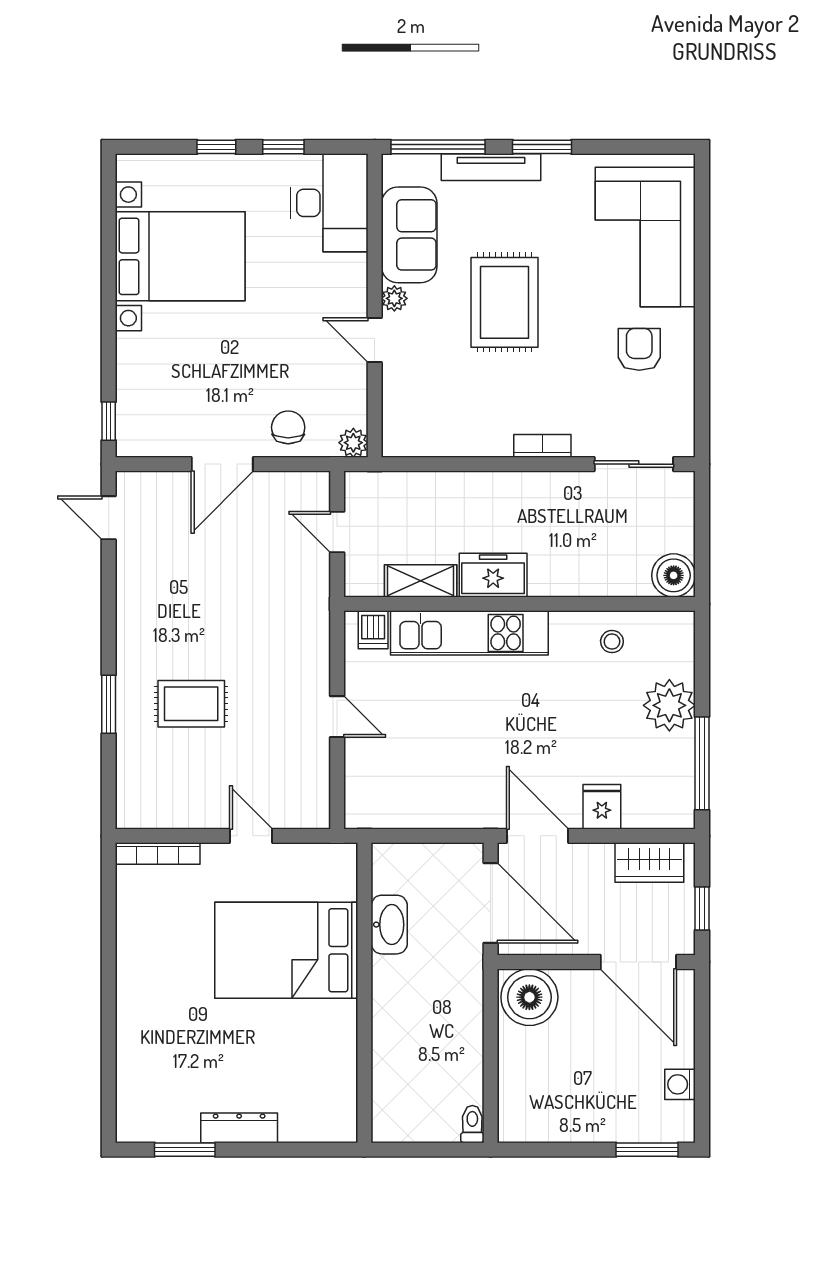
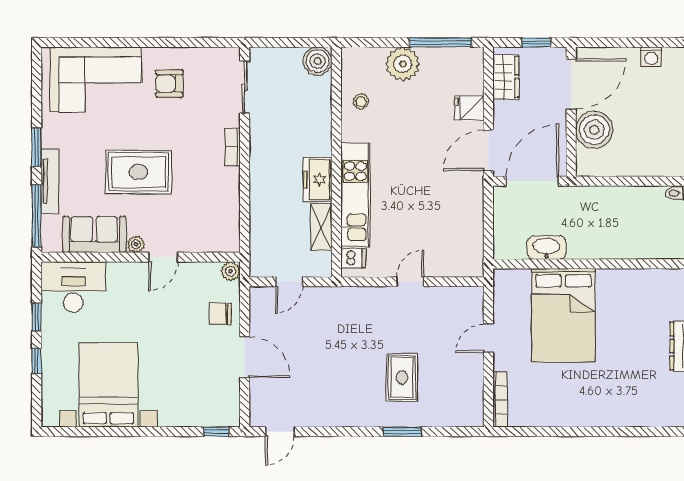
boiler: (529, 997) -> (594, 130), moved

